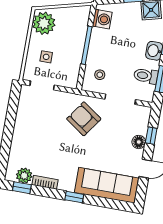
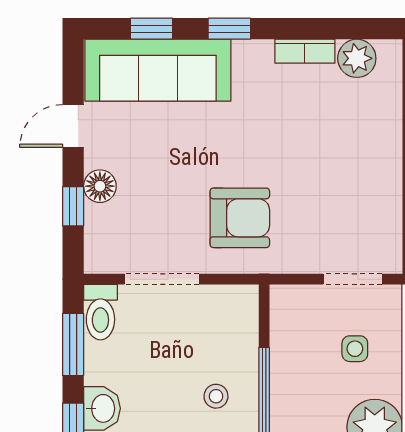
stool: (100, 75) -> (216, 396), moved
toilet: (146, 76) -> (100, 312), moved, turned 90
armchair: (84, 119) -> (240, 218), turned -35
window: (22, 188) -> (152, 29), moved

